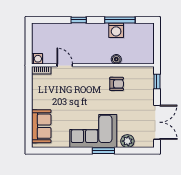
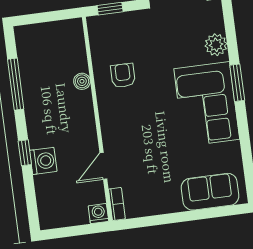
washing machine: (116, 30) -> (43, 161), moved

